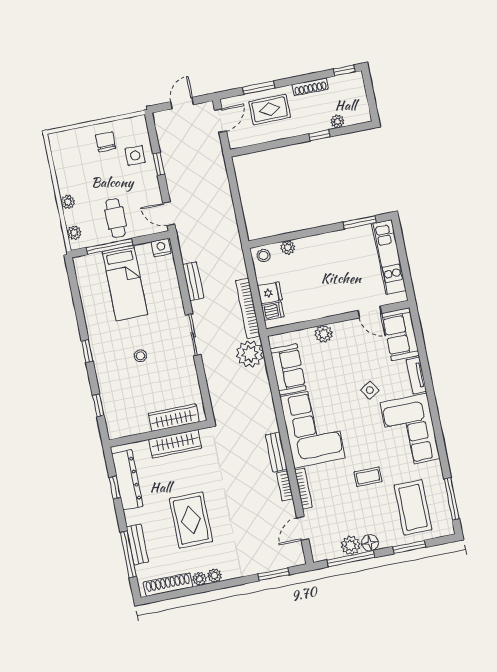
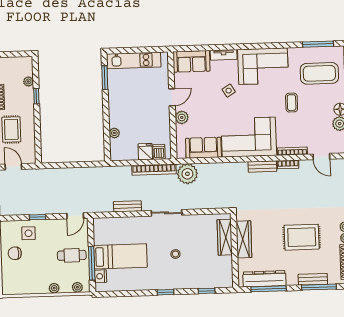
nightstand: (161, 248) -> (101, 276), moved
stool: (263, 256) -> (117, 152), removed
door: (370, 312) -> (172, 97), moved
window: (115, 488) -> (269, 289), width x2.17

